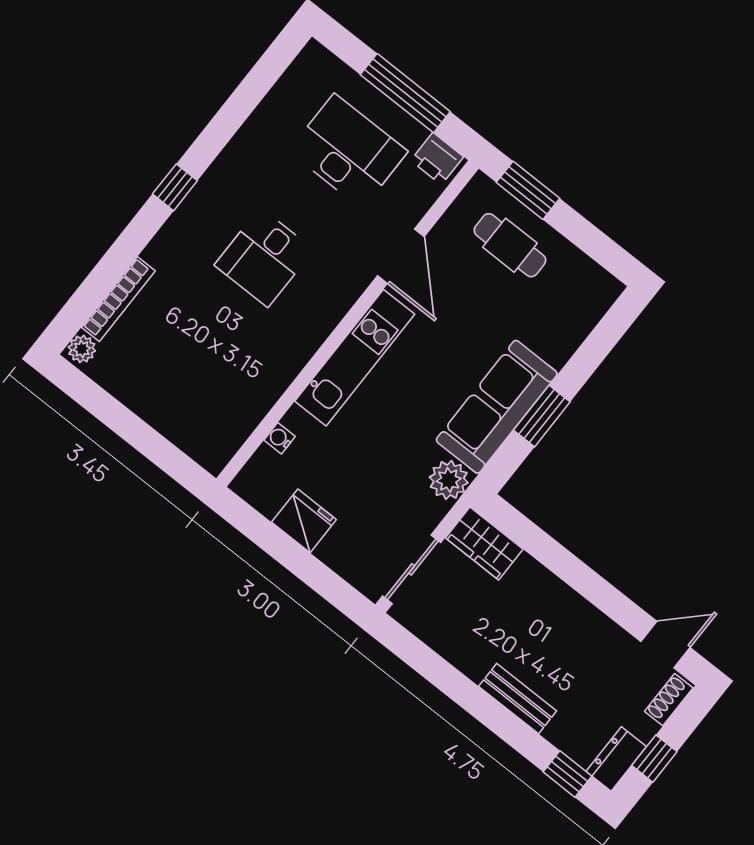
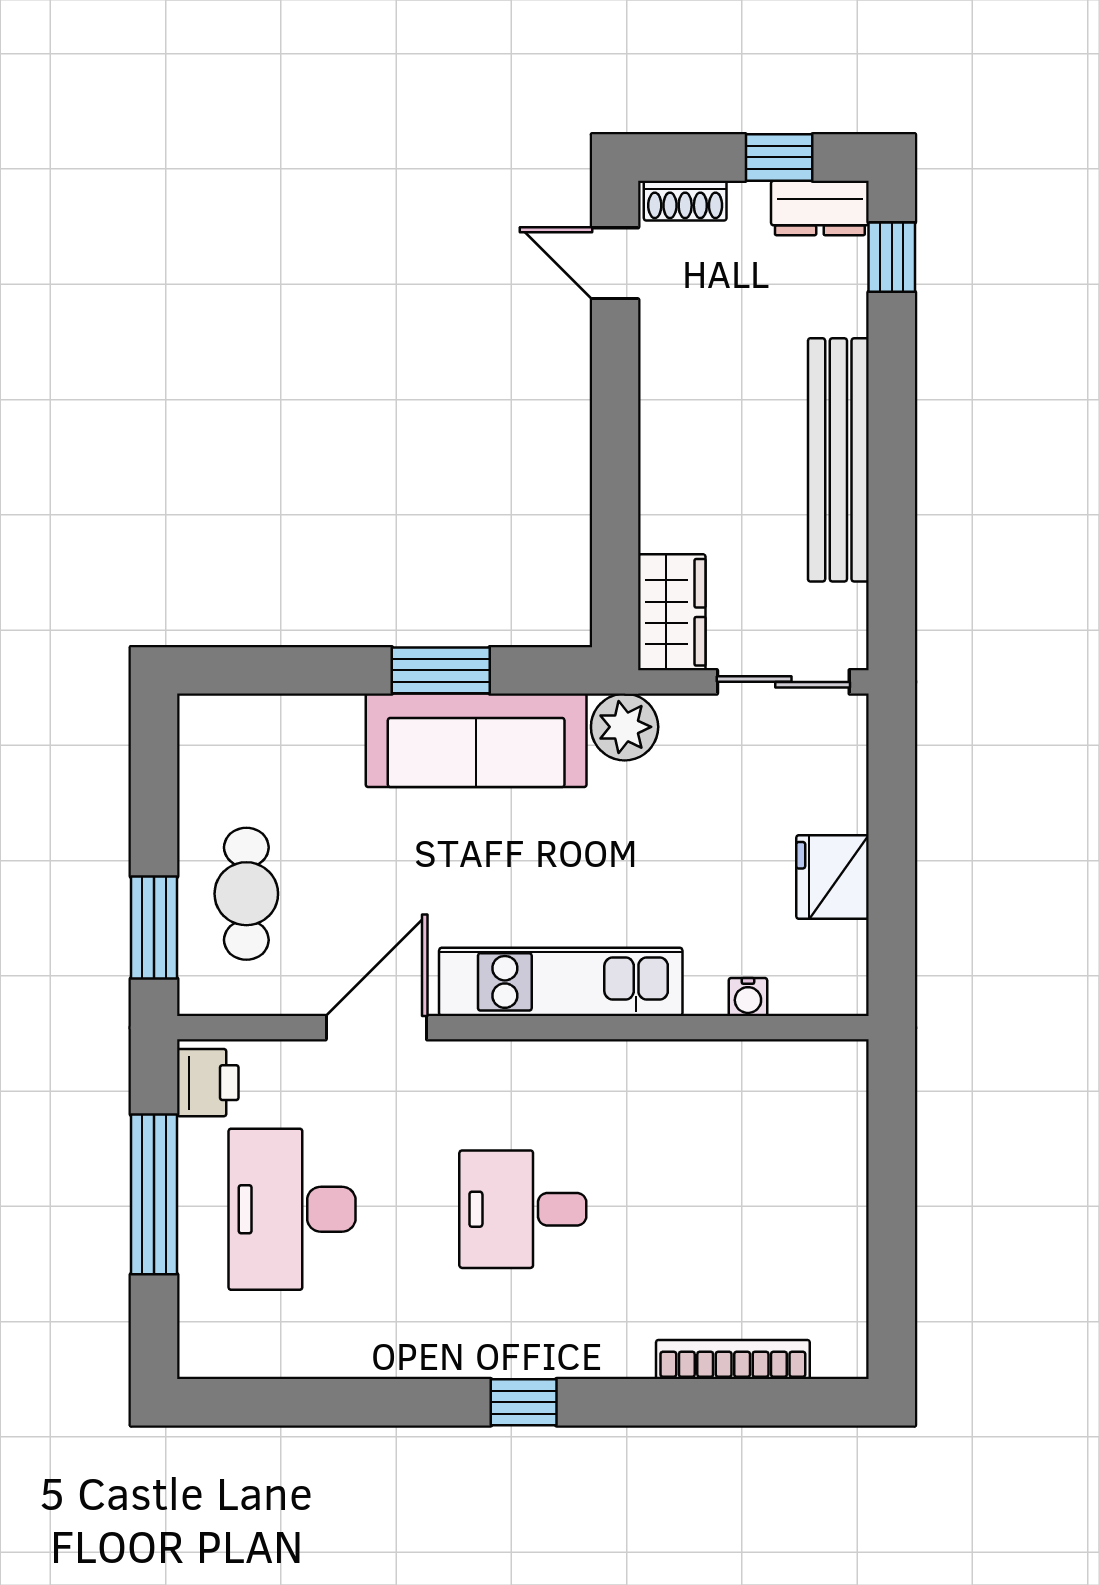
desk: (264, 257) -> (523, 1209), turned 180
plant: (82, 349) -> (838, 1356), removed
bench: (518, 699) -> (838, 460), width x1.86, depth x1.21

